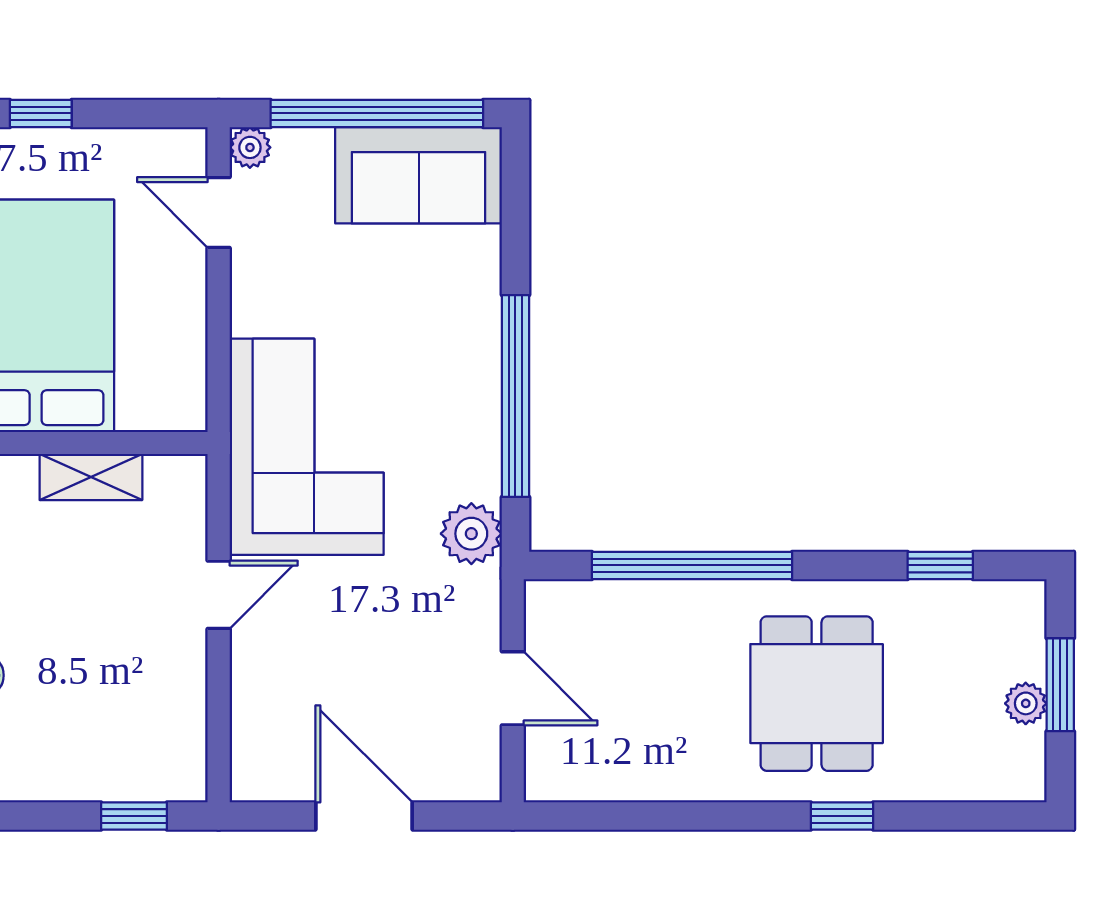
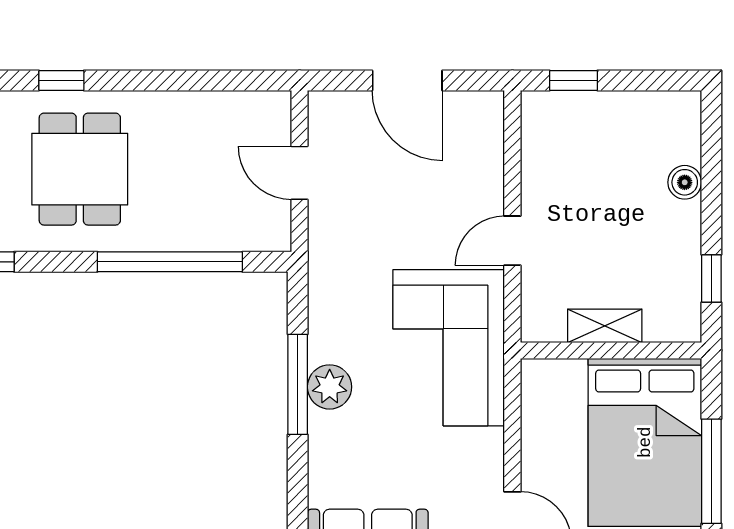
window: (515, 396) -> (298, 384), width x0.68
plant: (471, 534) -> (330, 387), moved

